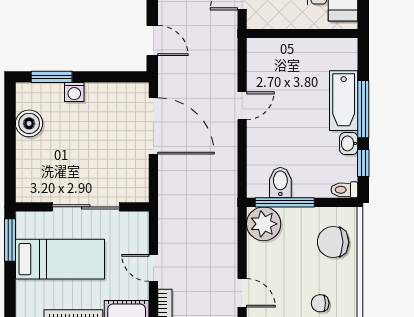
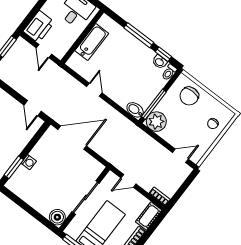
door: (152, 41) -> (33, 108), swing flipped
bathtub: (344, 101) -> (92, 42), moved, turned -90
boiler: (29, 123) -> (57, 217), moved
washbasin: (349, 143) -> (160, 62), moved
bidet: (280, 183) -> (135, 110), moved
door: (153, 268) -> (128, 181), moved

